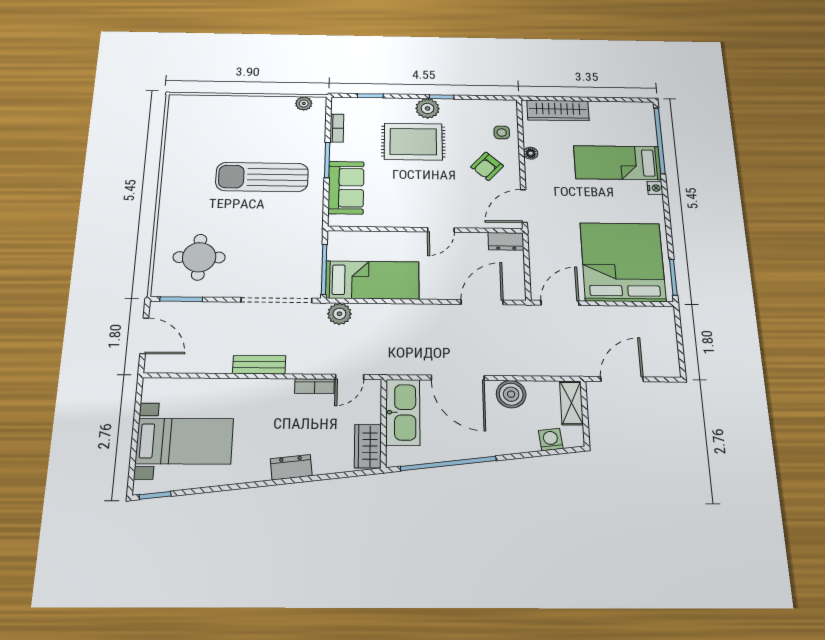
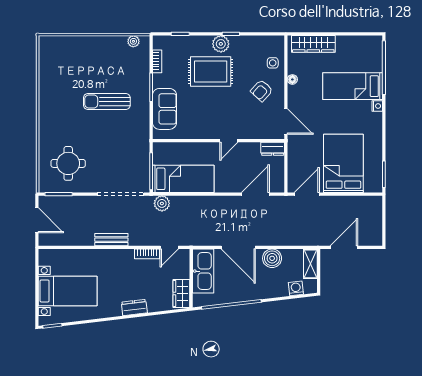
sun lounger: (262, 177) -> (107, 101), width x0.73, depth x0.75
door: (524, 206) -> (286, 121), swing flipped
bed: (623, 262) -> (343, 163), width x0.73

